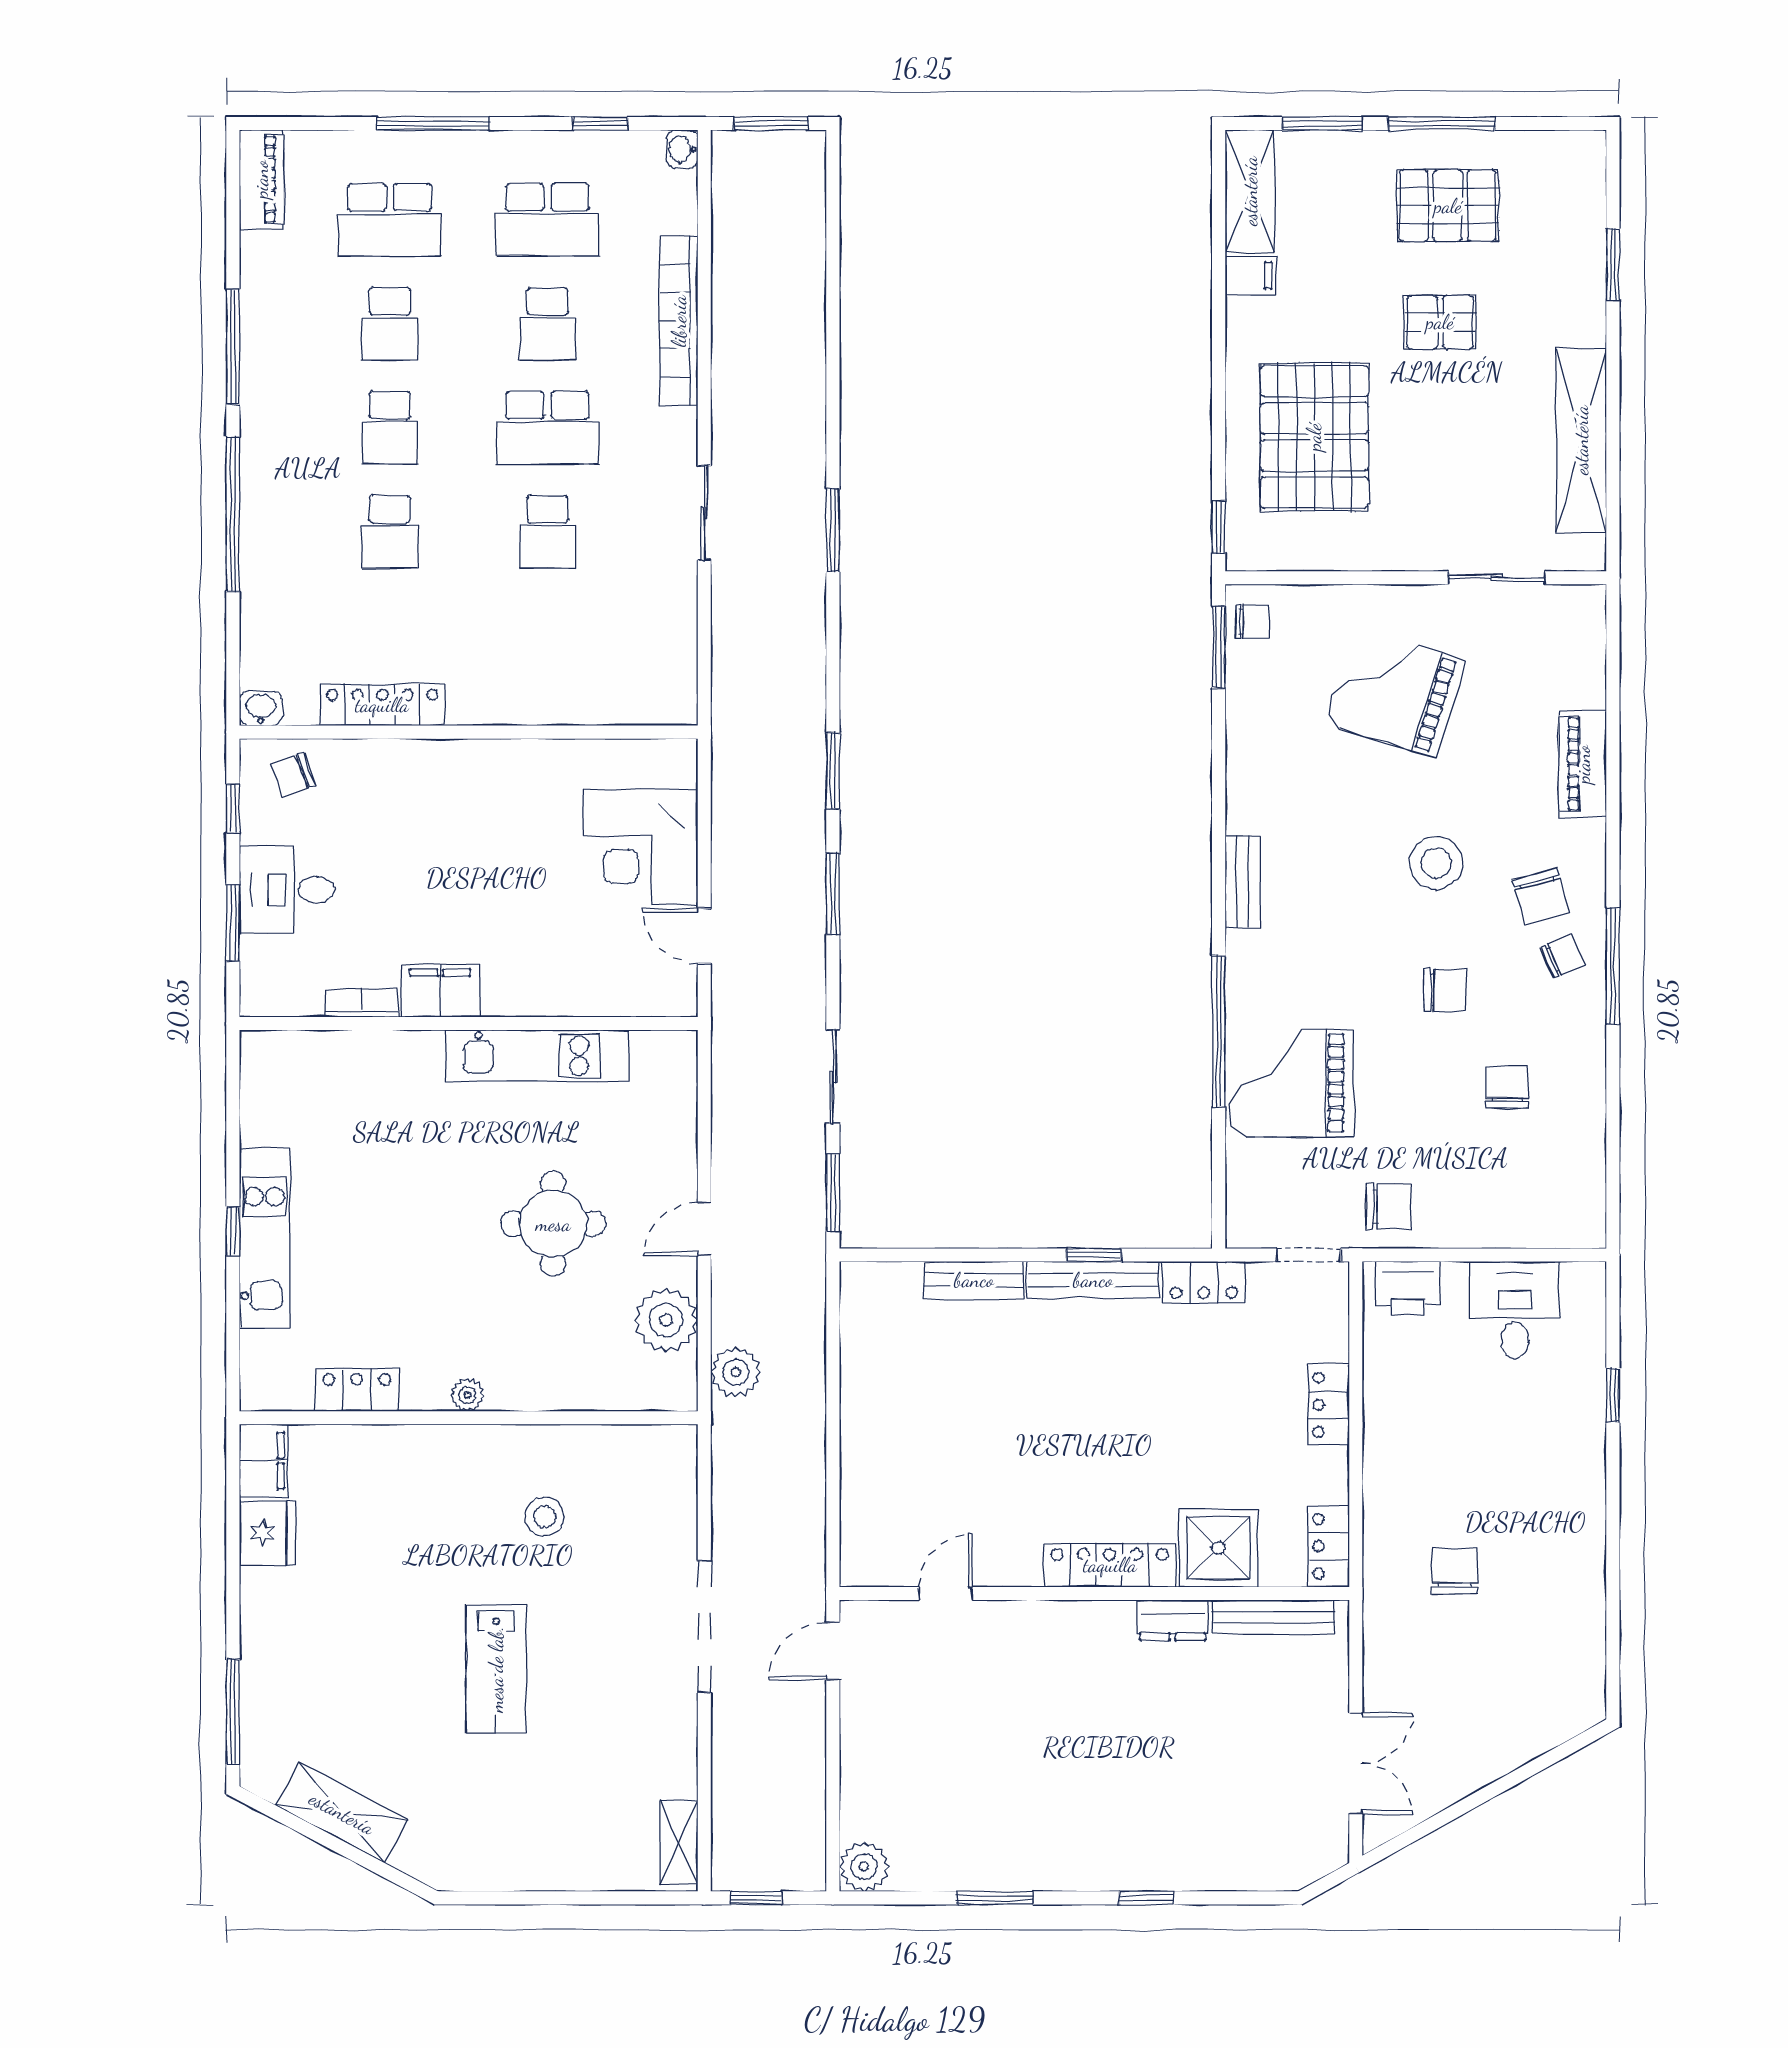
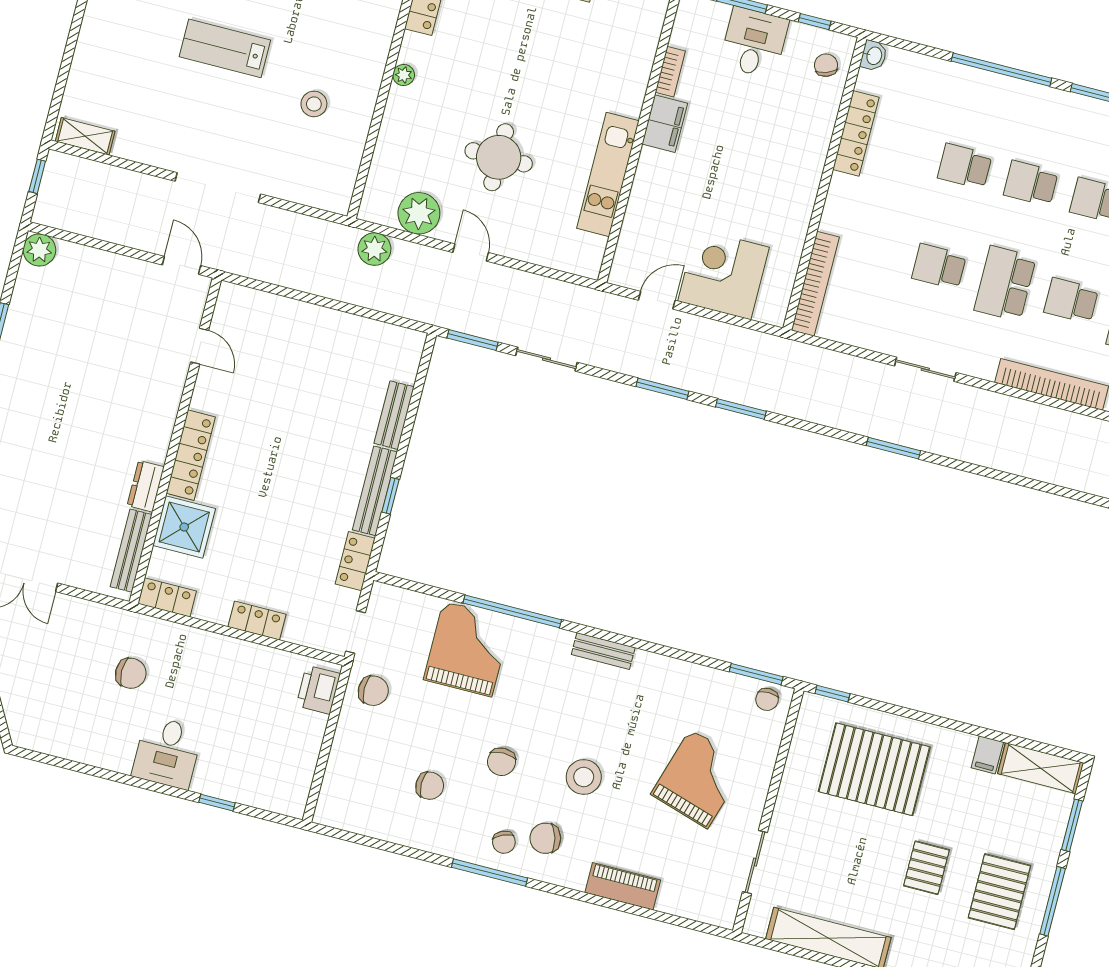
bookcase: (620, 708) -> (815, 284), added
chair: (1388, 1206) -> (373, 691), turned -90
desk: (1515, 1310) -> (167, 753), moved, turned 90

